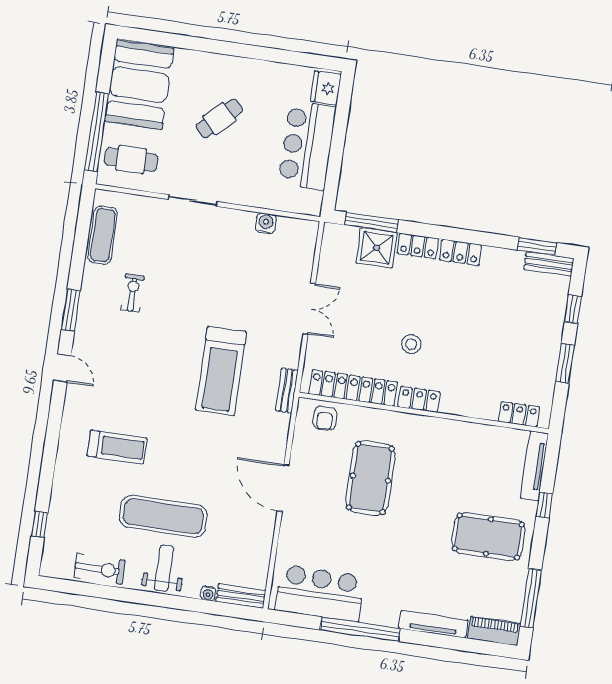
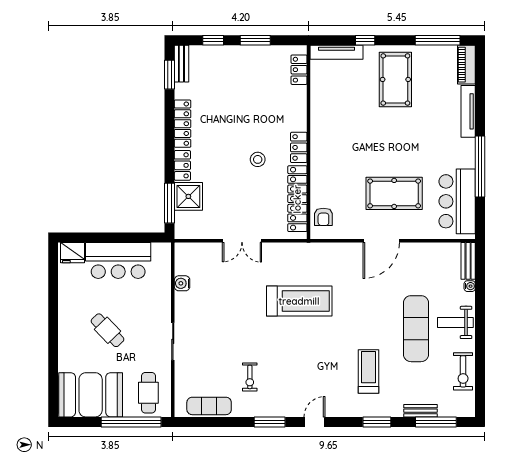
locker: (460, 252) -> (183, 124), width x1.53
exercise bike: (133, 293) -> (250, 377), turned -90
double door: (309, 309) -> (242, 241), swing flipped
bench: (287, 390) -> (420, 411), moved
armchair: (325, 418) -> (323, 217), turned 90
window: (51, 448) -> (377, 422), added
pool table: (370, 478) -> (394, 193), moved
window: (40, 524) -> (436, 422), width x2.17
exercise bike: (100, 569) -> (463, 371), turned 180

